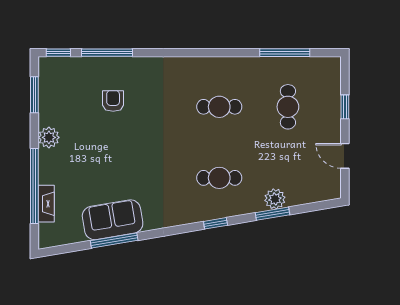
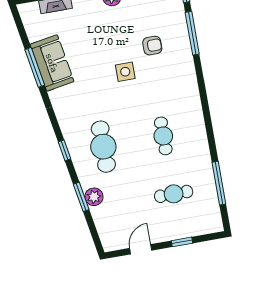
side table: (138, 137) -> (125, 72), added
cafe table: (219, 178) -> (103, 147), width x1.37, depth x1.35

